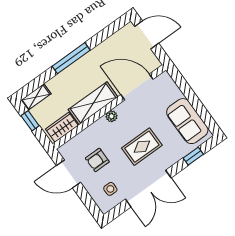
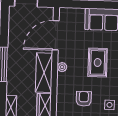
armchair: (97, 160) -> (84, 99), turned 180

